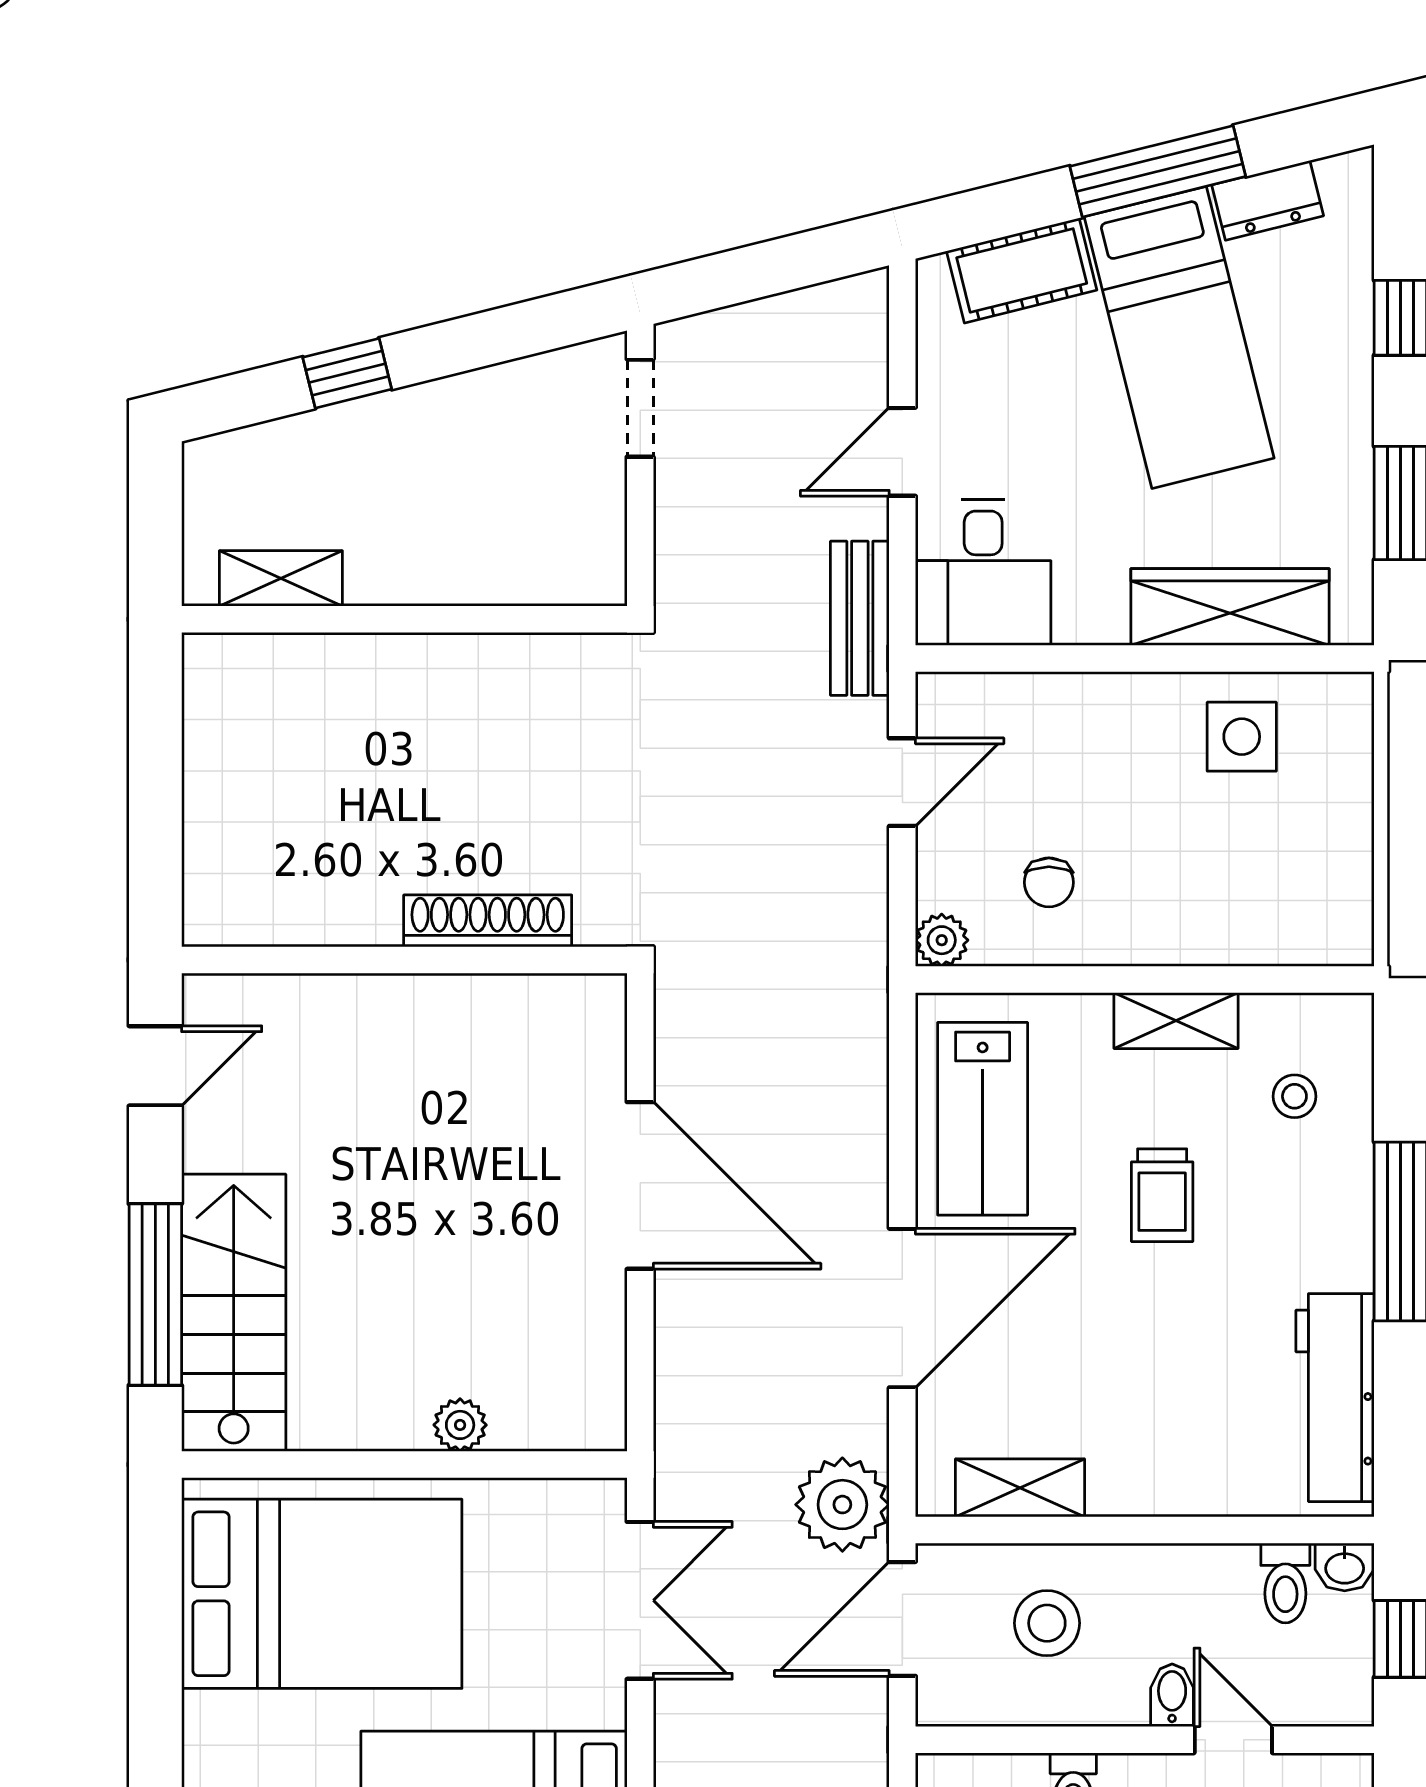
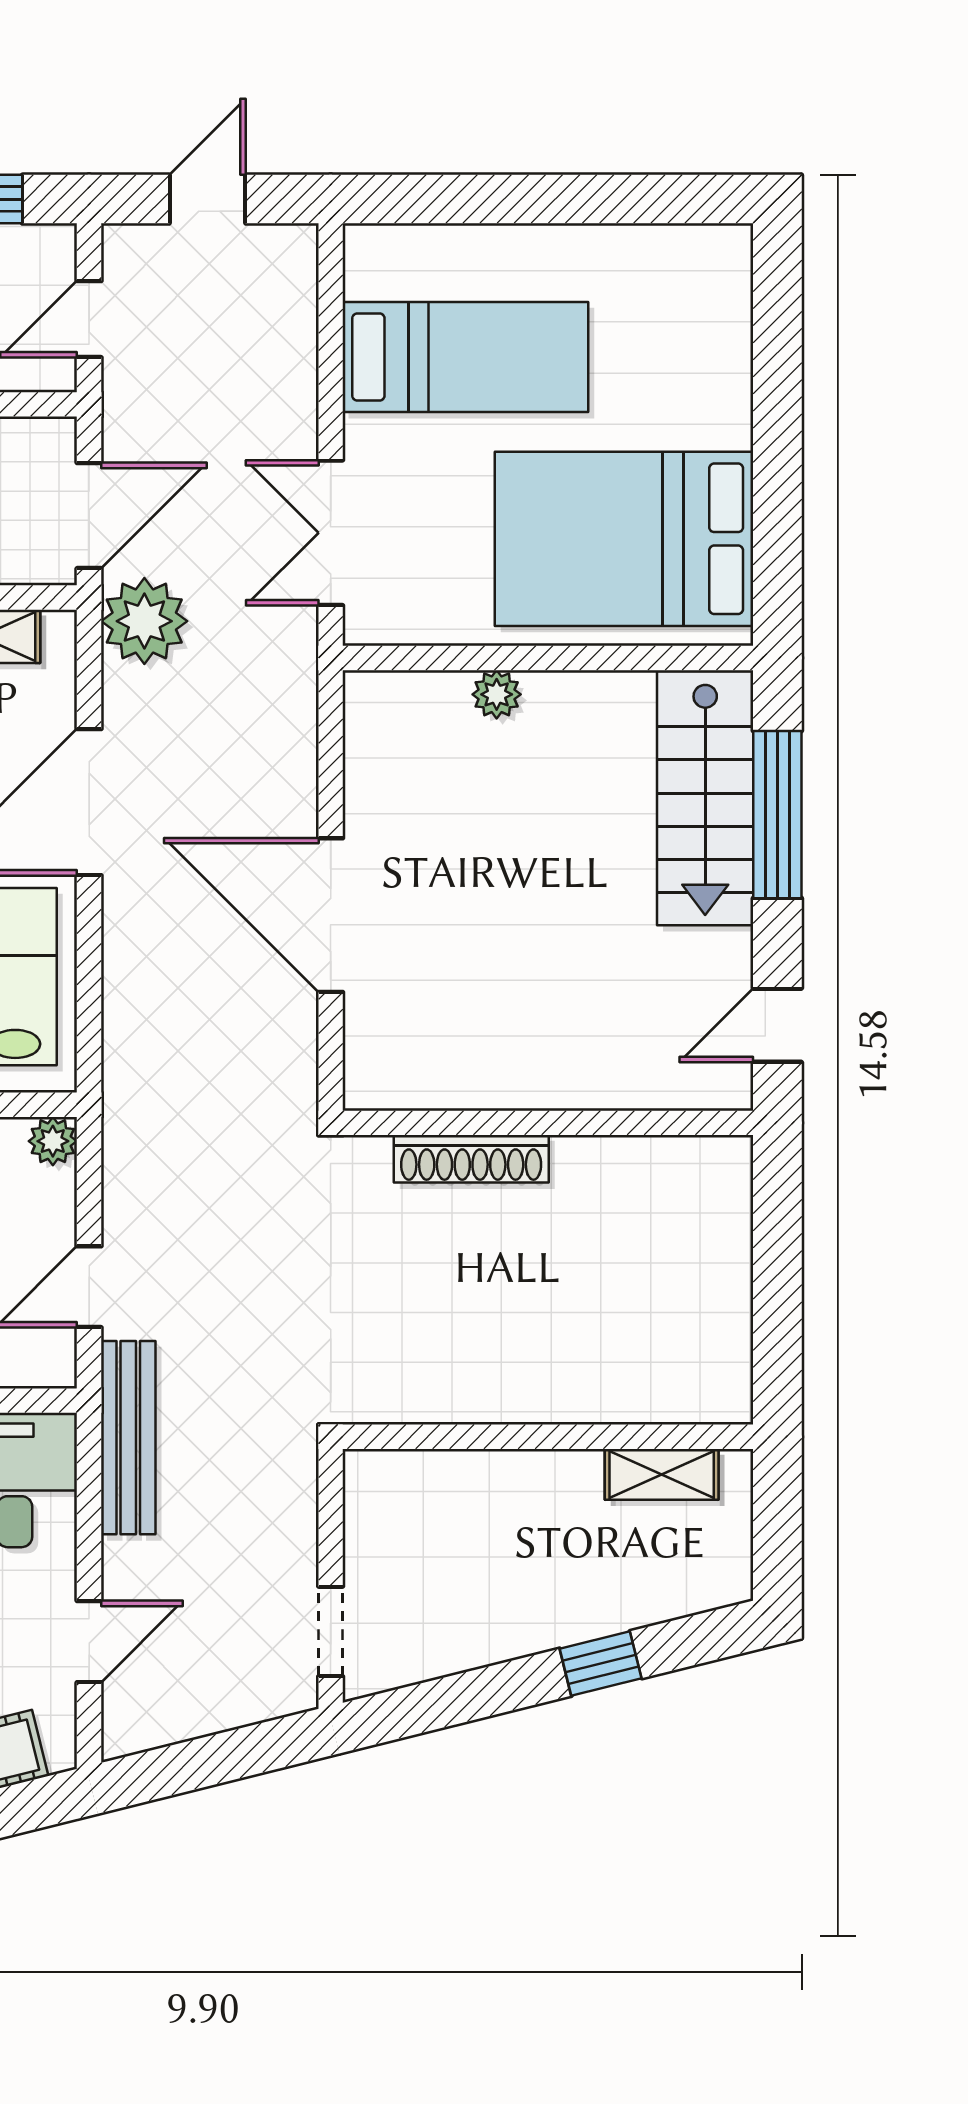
door: (902, 452) -> (89, 1642), moved
bench: (860, 618) -> (128, 1438), width x1.36

